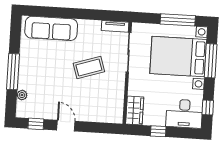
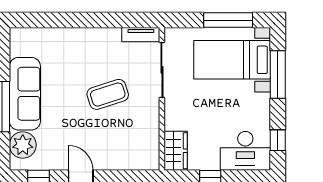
sofa: (51, 28) -> (25, 94), moved, turned -90
bed with nightstands: (178, 57) -> (232, 60), width x0.73
plant: (22, 95) -> (23, 145), width x1.87, depth x1.87

